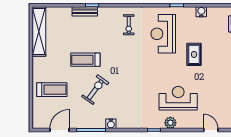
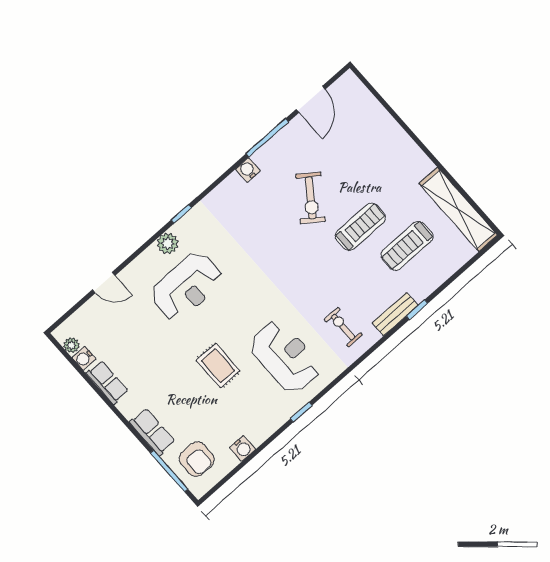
bench: (85, 11) -> (395, 314), moved
water cooler: (201, 12) -> (243, 448), moved
treadmill: (52, 90) -> (407, 246), moved

